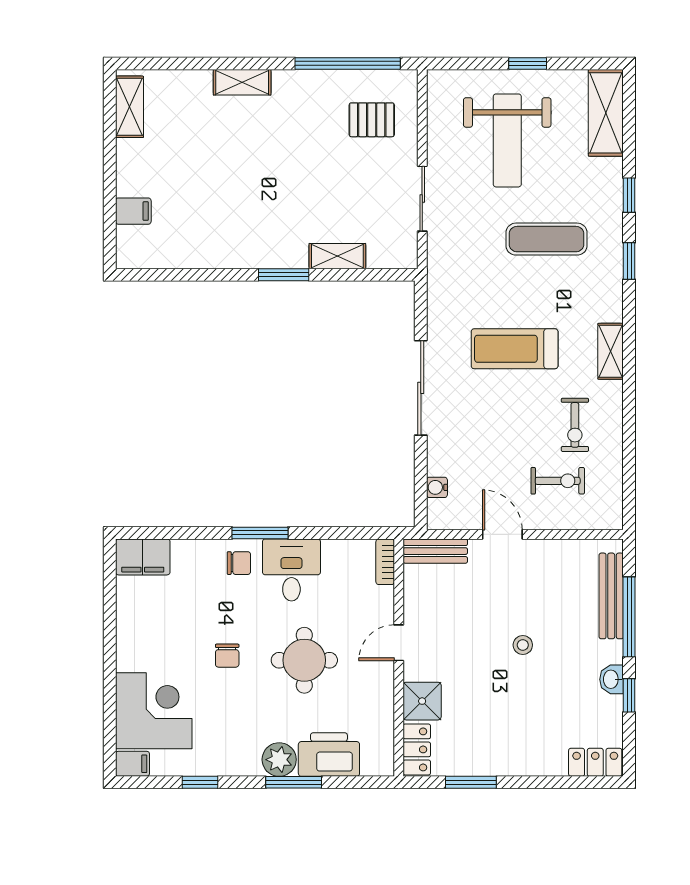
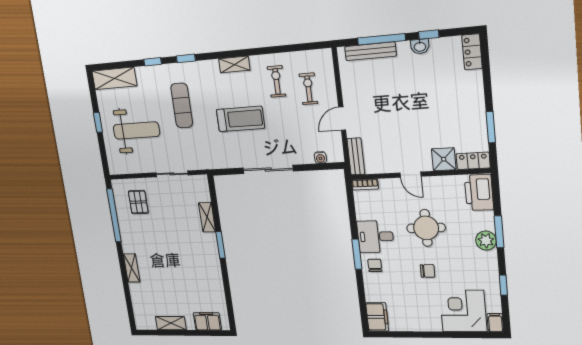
shelving: (129, 107) -> (171, 323), moved
filing cabinet: (133, 211) -> (207, 321), width x2.00
treadmill: (515, 349) -> (241, 119), turned -90
exercise bike: (575, 425) -> (277, 81), turned -90
stool: (523, 645) -> (405, 102), removed
printer: (329, 755) -> (479, 192), moved

